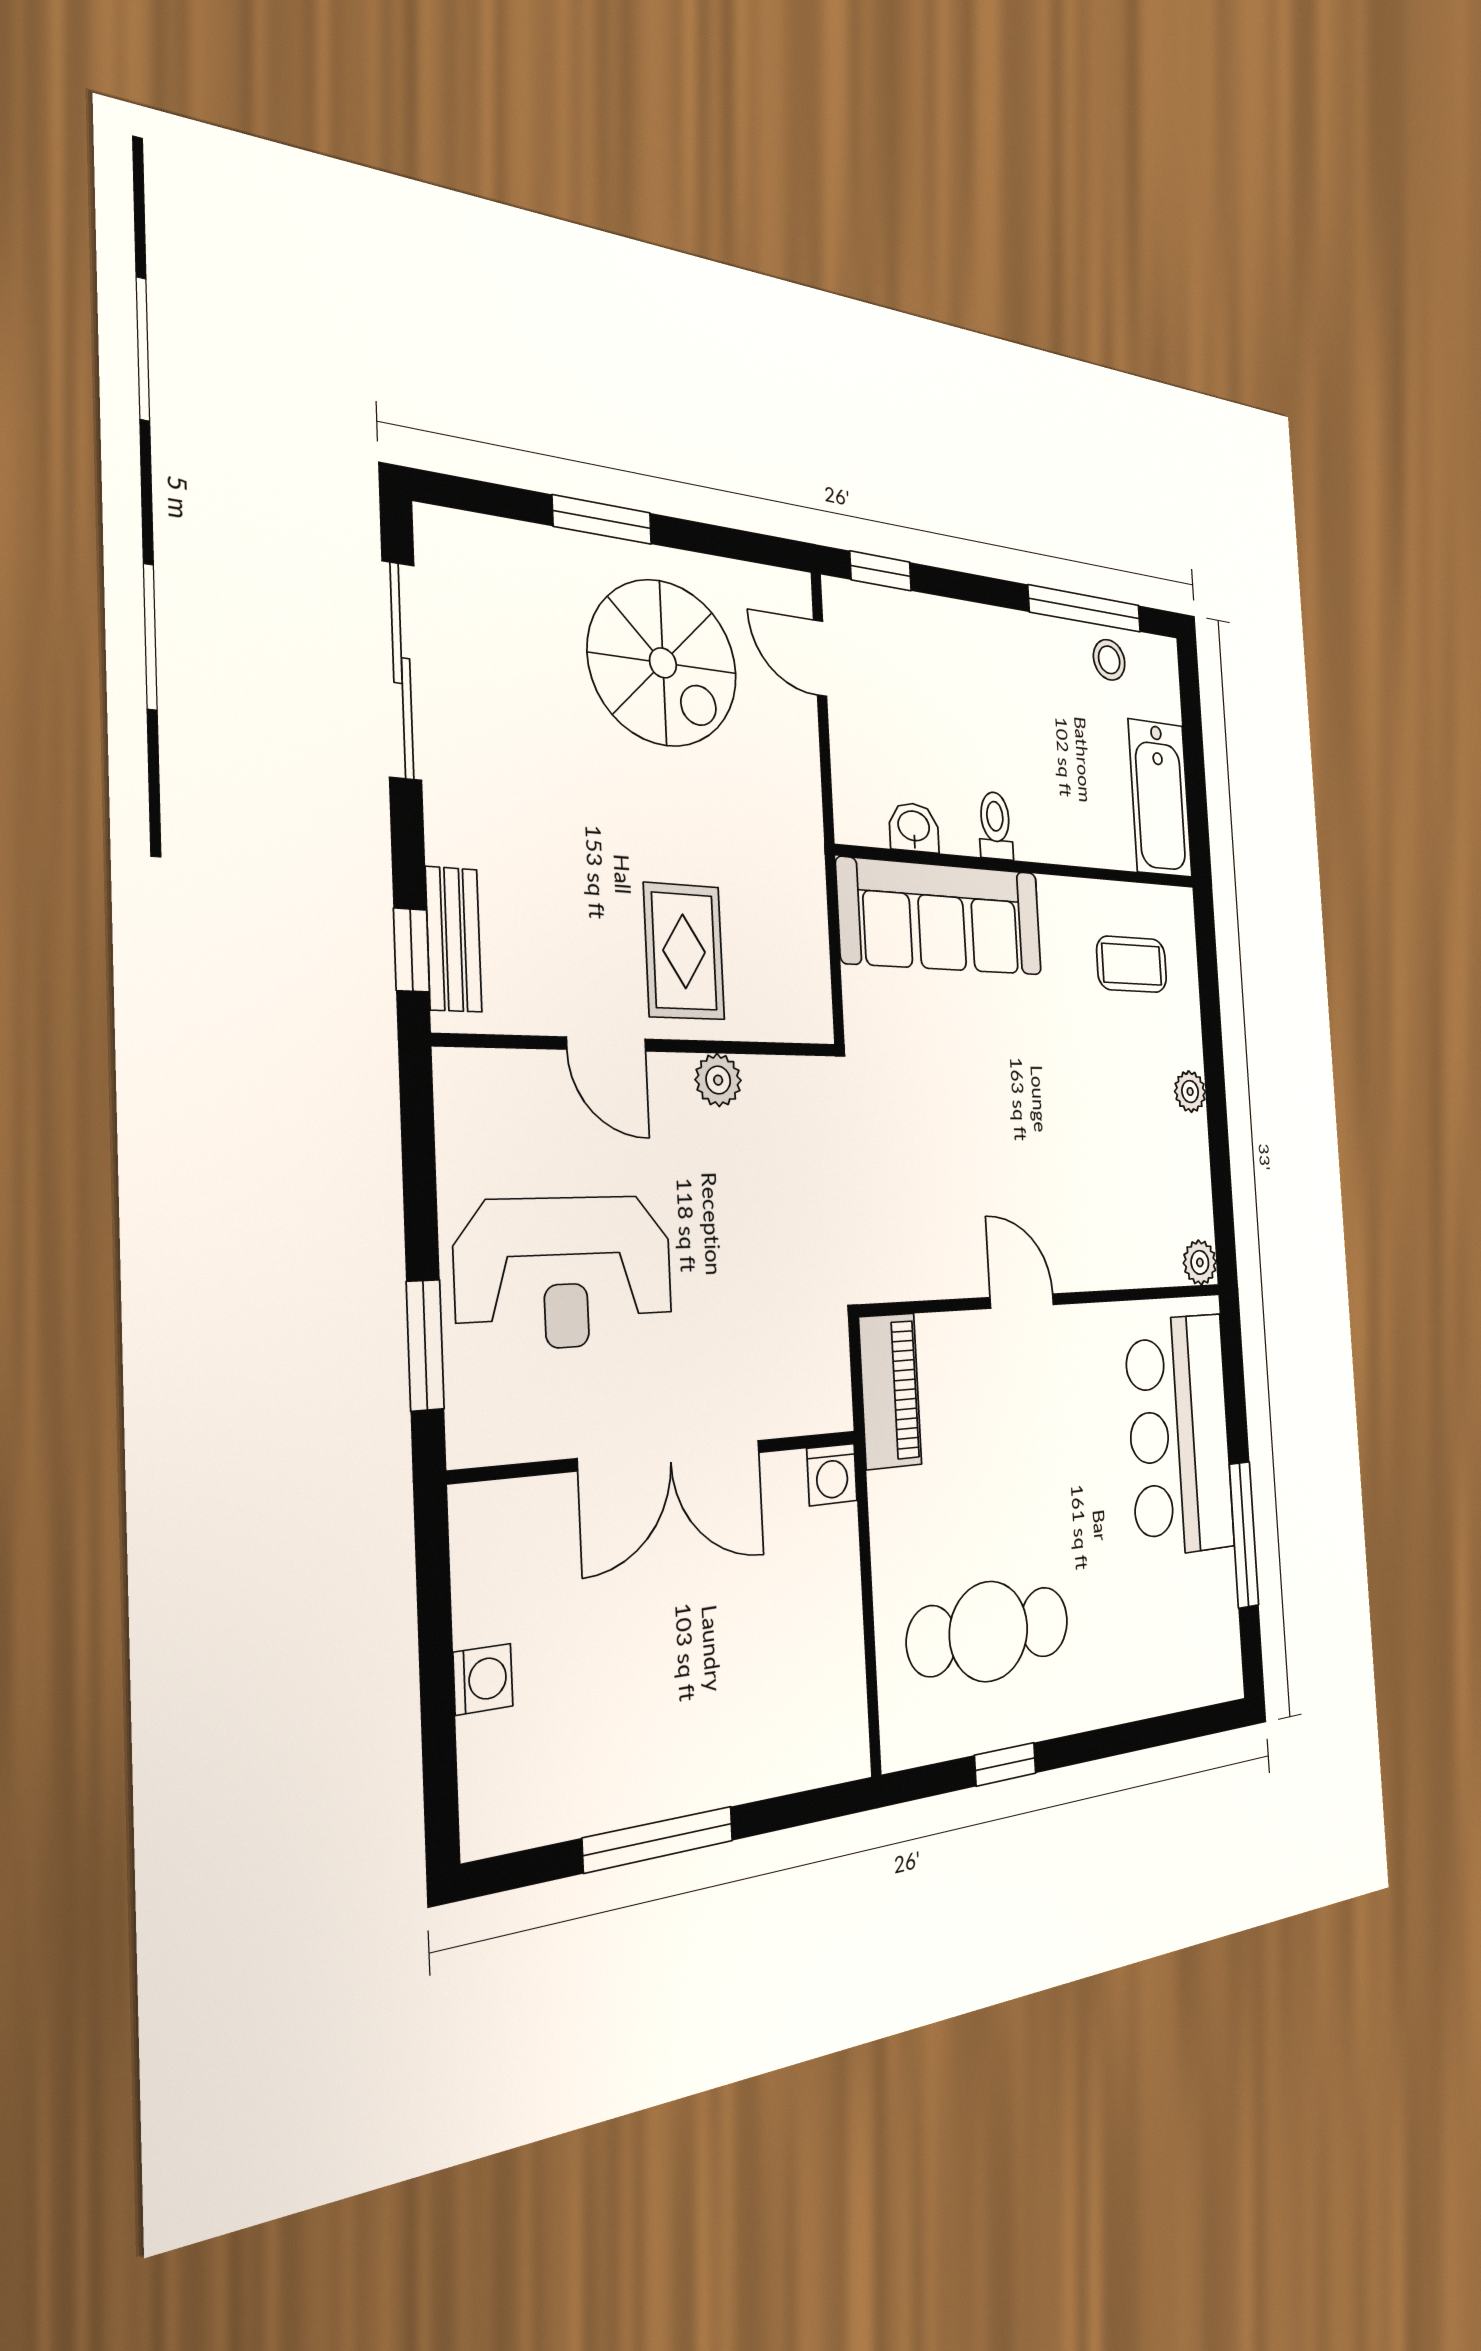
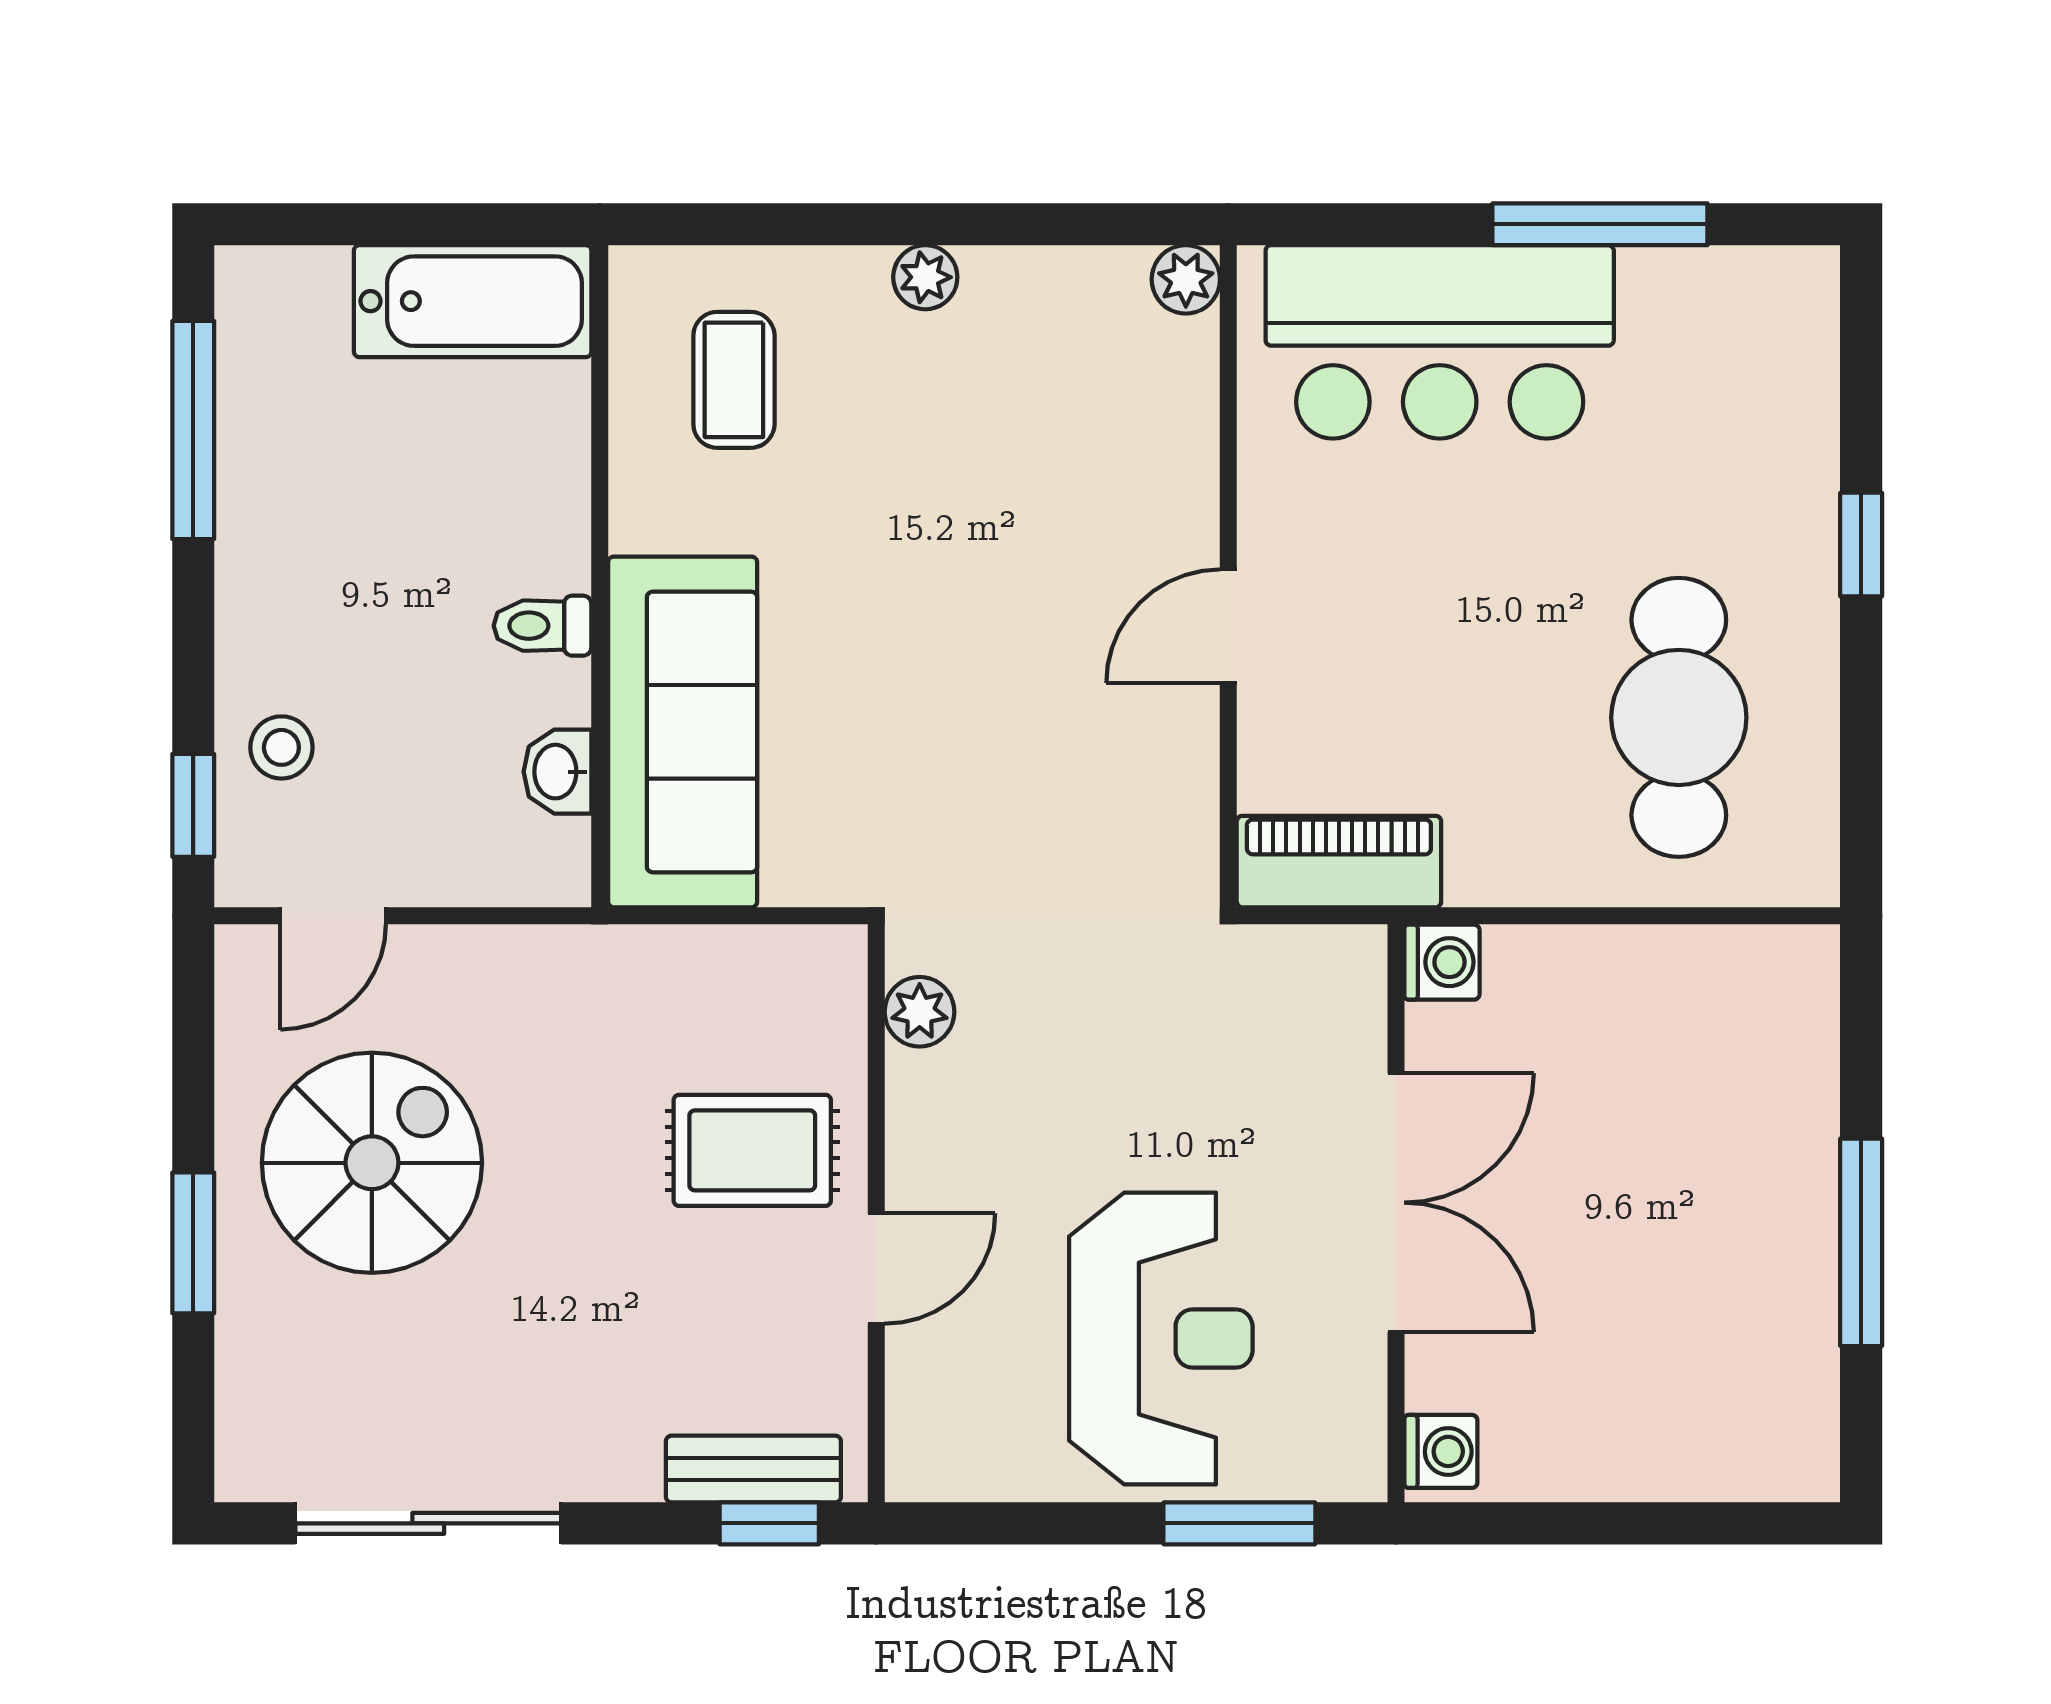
stool: (1109, 660) -> (281, 747), moved
plant: (718, 1080) -> (920, 1012), moved
washing machine: (483, 1679) -> (1441, 1451), moved, turned 90
window: (1005, 1764) -> (1861, 545), moved

